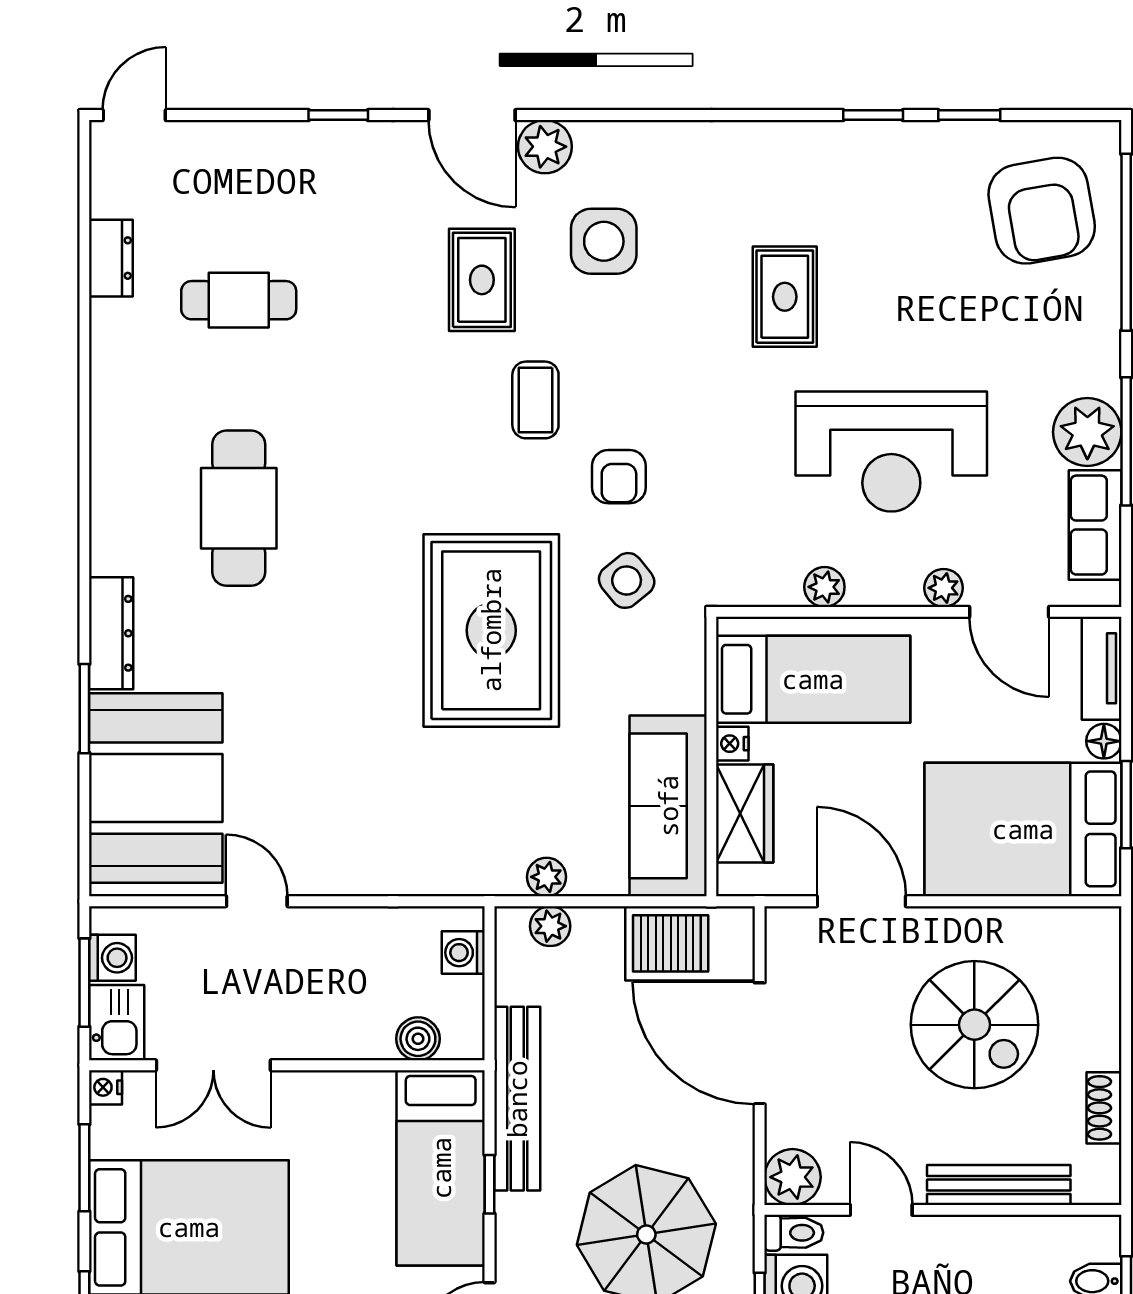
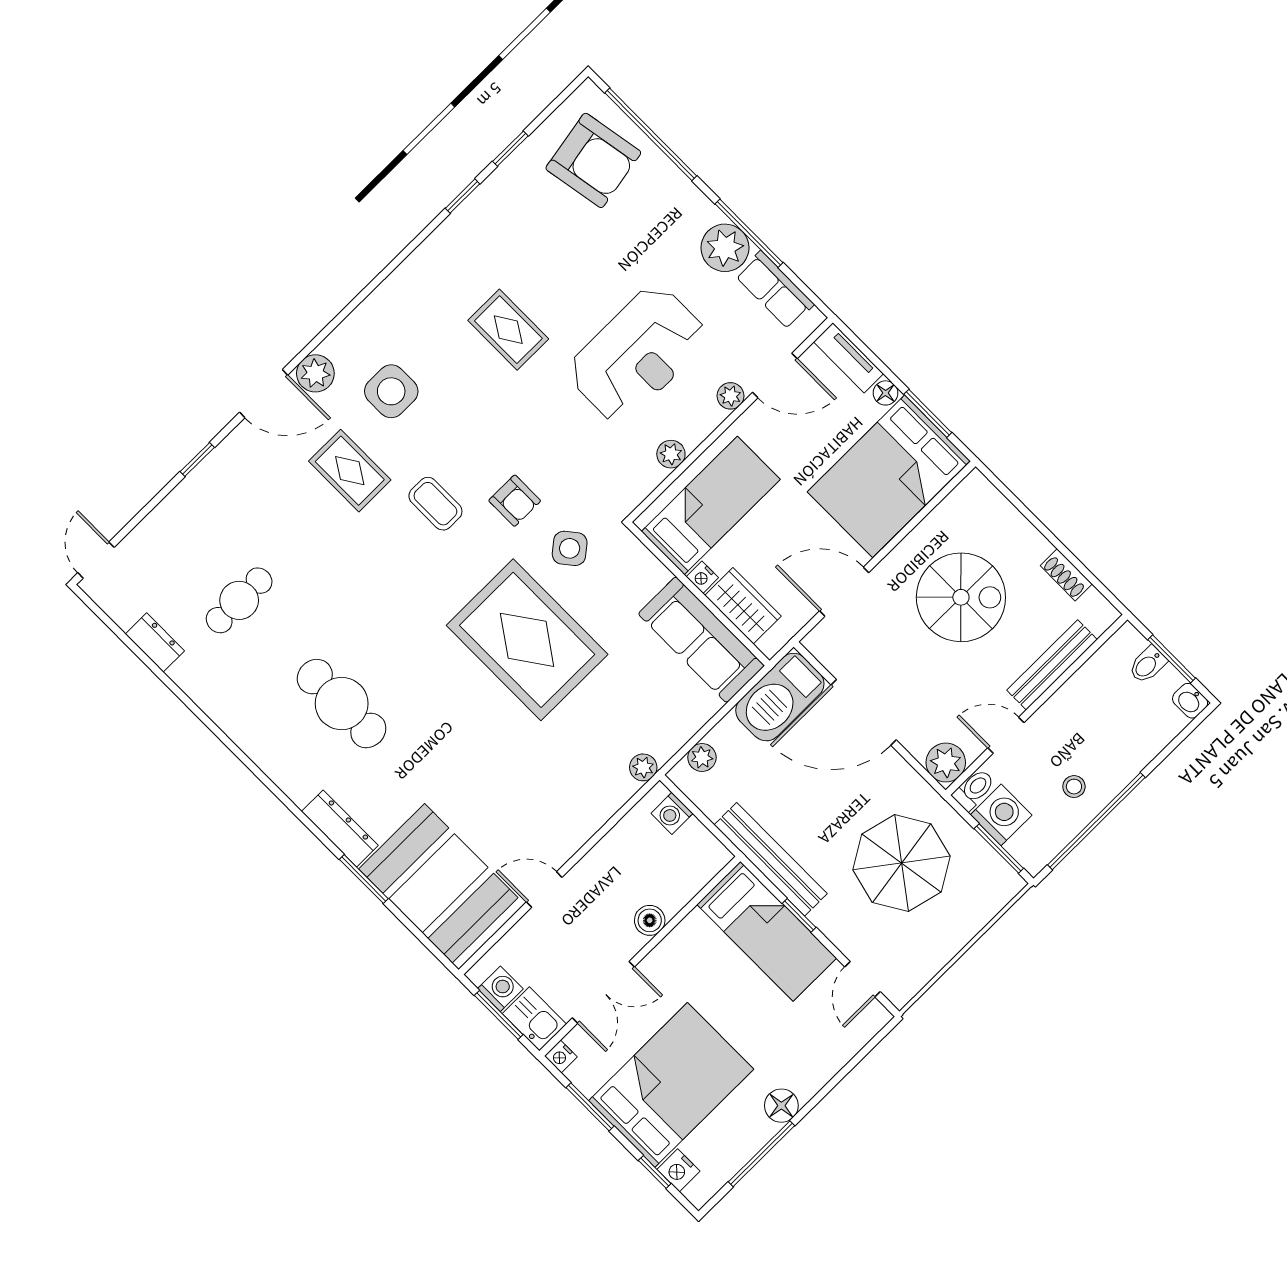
plant: (547, 877) -> (643, 767), moved
boiler: (418, 1039) -> (650, 920), moved

